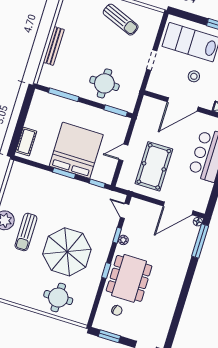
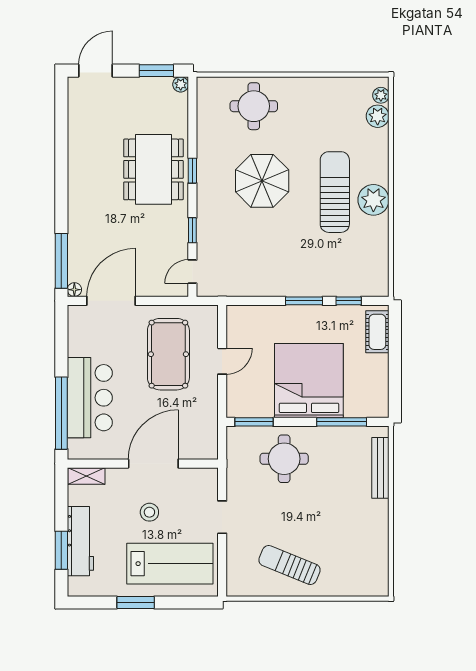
bench: (54, 46) -> (380, 468), moved
bed: (76, 150) -> (309, 381), moved, turned 180
window: (97, 183) -> (349, 301), moved
door: (125, 211) -> (192, 272), swing flipped
sun lounger: (26, 232) -> (335, 192), width x1.36, depth x1.34
plant: (123, 240) -> (181, 84), moved
parasol: (67, 252) -> (262, 181), width x0.73, depth x0.73
chair: (117, 310) -> (157, 114), removed

